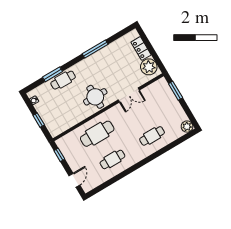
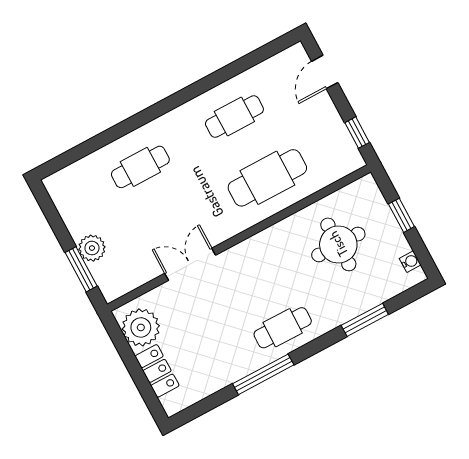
cafe table: (63, 80) -> (283, 328), moved
round table: (95, 97) -> (338, 244), moved
plant: (187, 127) -> (92, 248), moved

